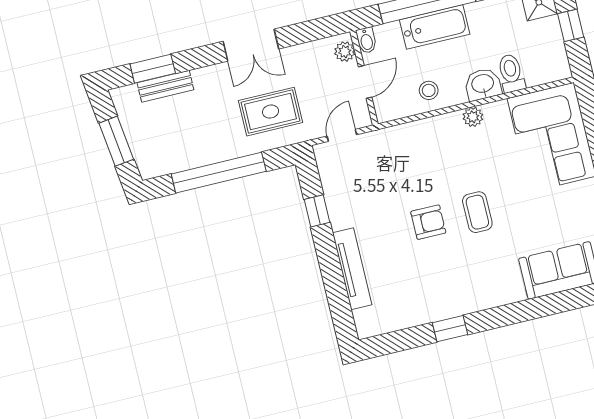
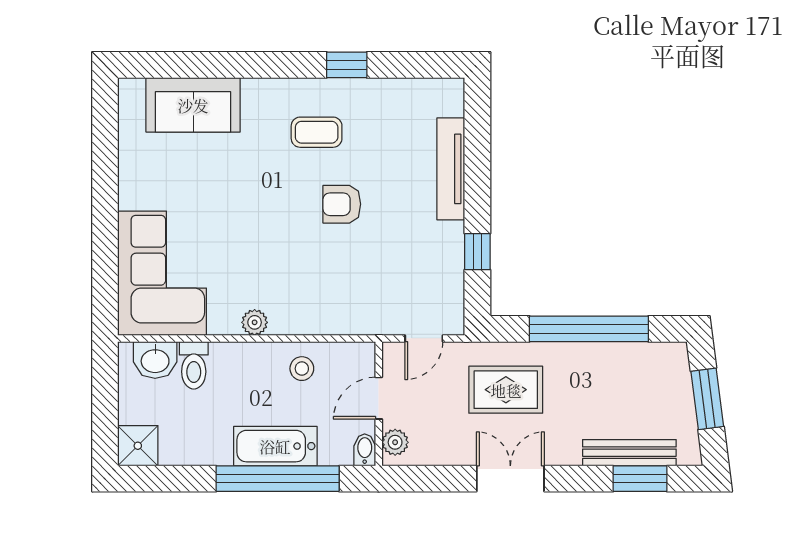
window: (571, 25) -> (105, 407), removed
washbasin: (483, 84) -> (155, 360), moved
bench: (165, 86) -> (629, 453), width x1.36
coffee table: (477, 212) -> (317, 132), moved, turned 90

